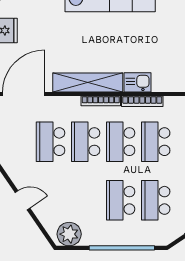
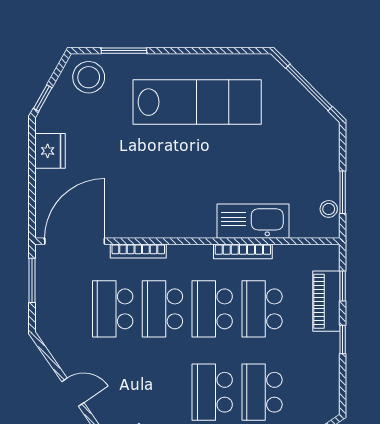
shelving: (88, 82) -> (165, 225), removed
kitchen sink: (138, 82) -> (253, 221), width x1.88, depth x1.24
bookcase: (101, 101) -> (138, 251), moved

